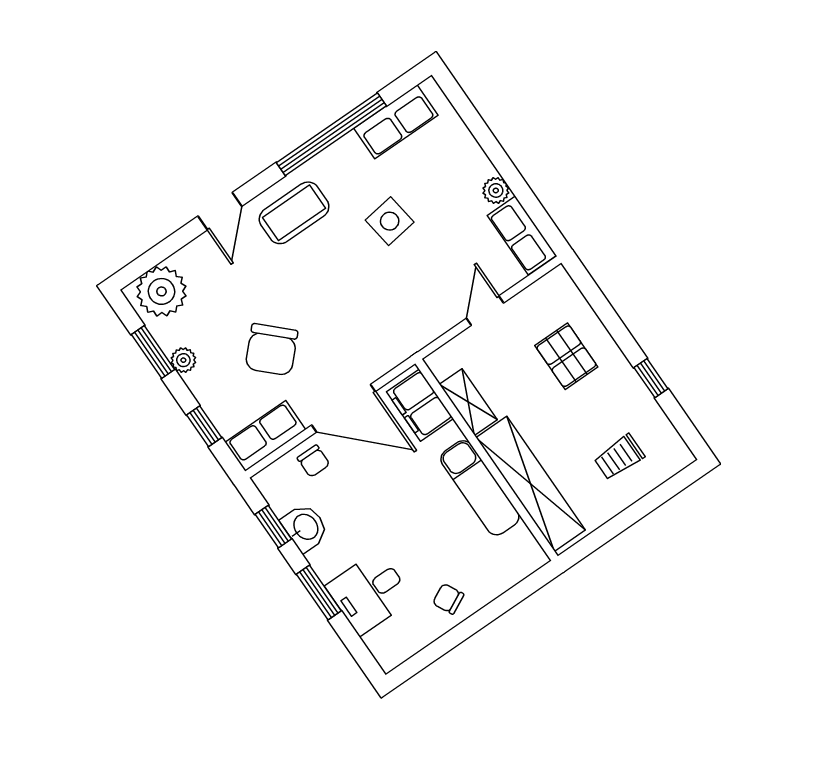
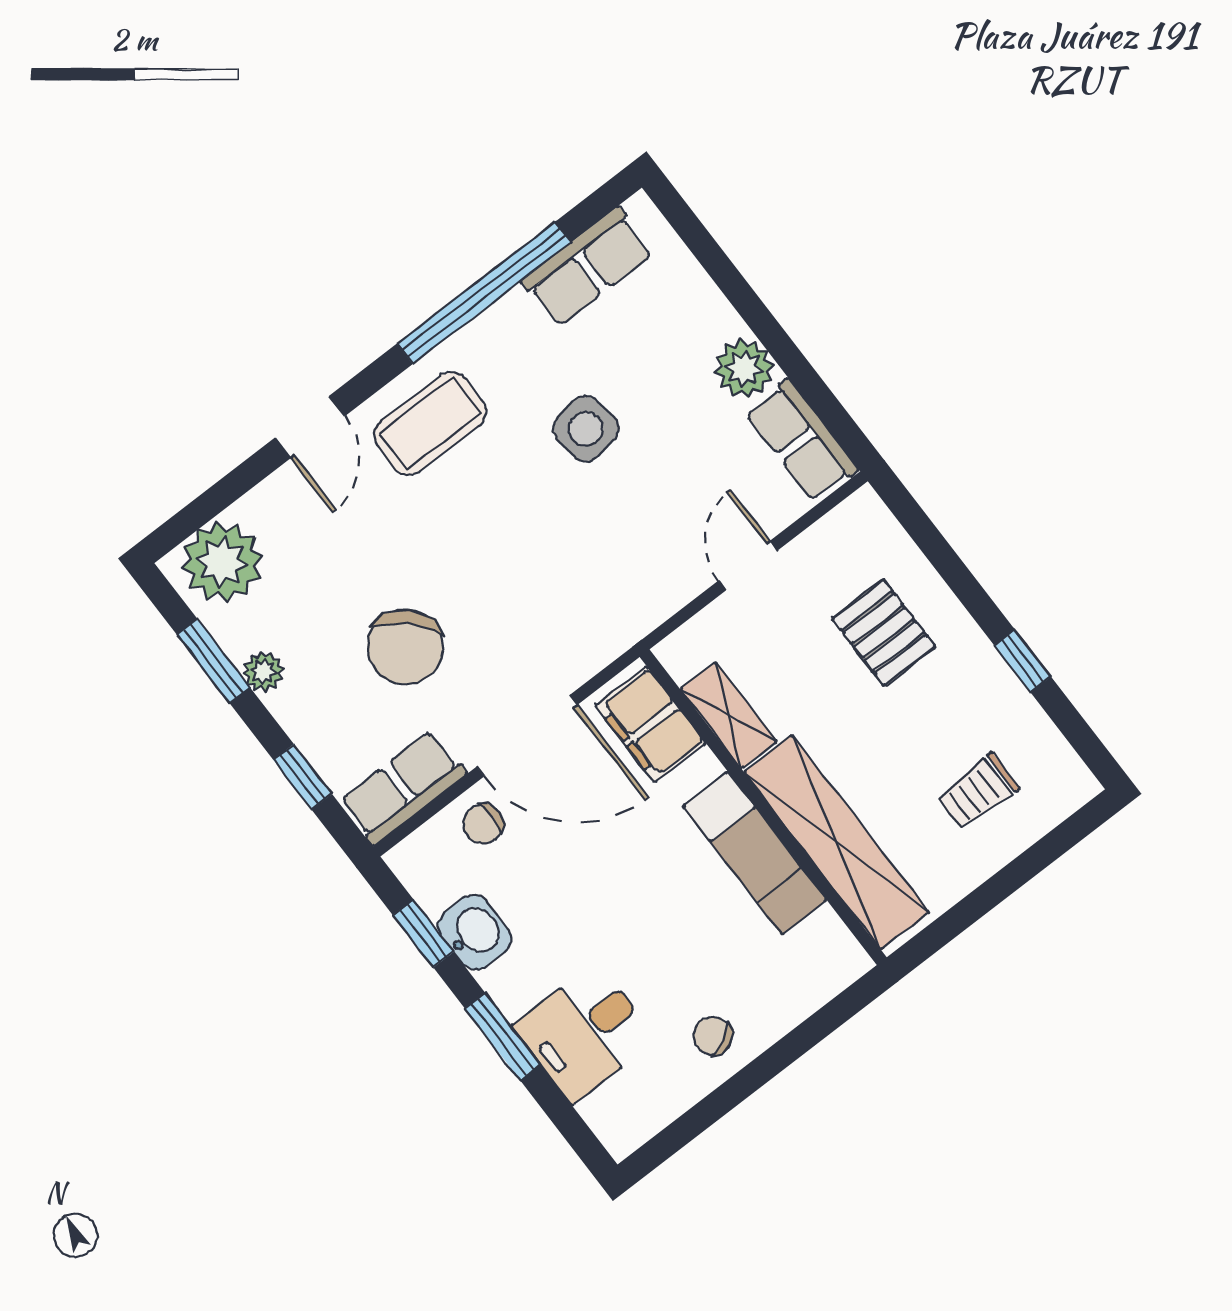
plant: (496, 190) -> (744, 369), width x1.38, depth x1.38
chair: (314, 461) -> (483, 824), turned 90

